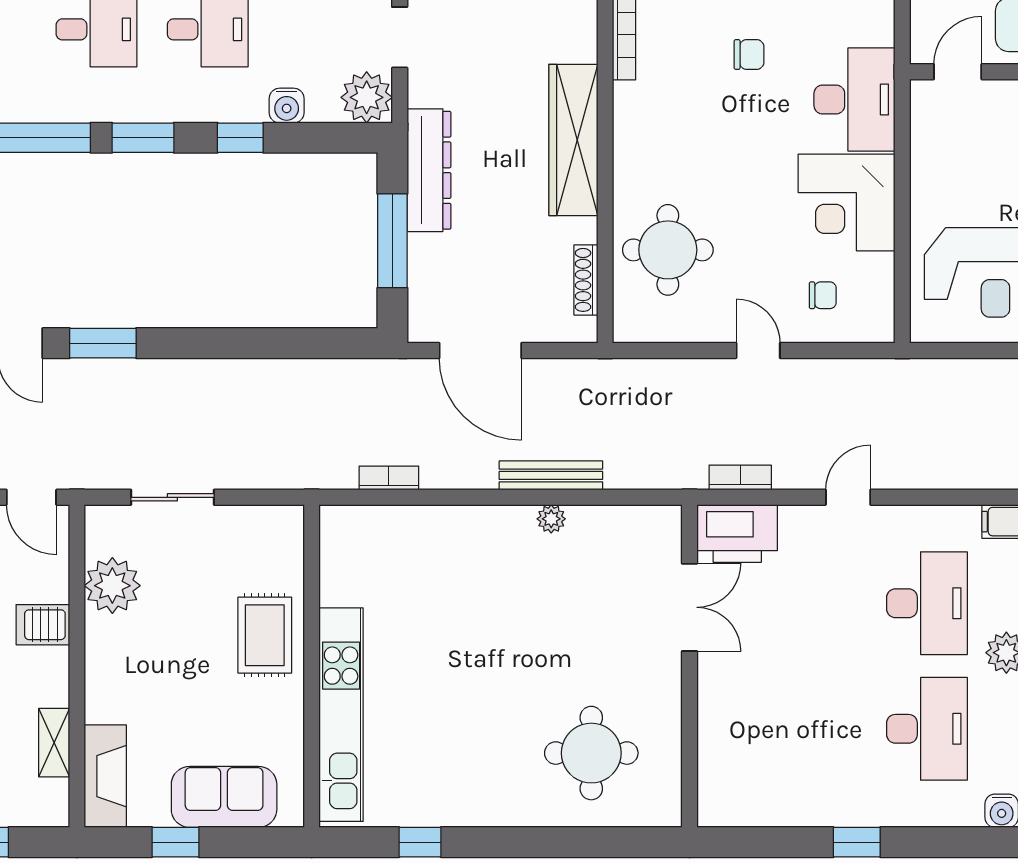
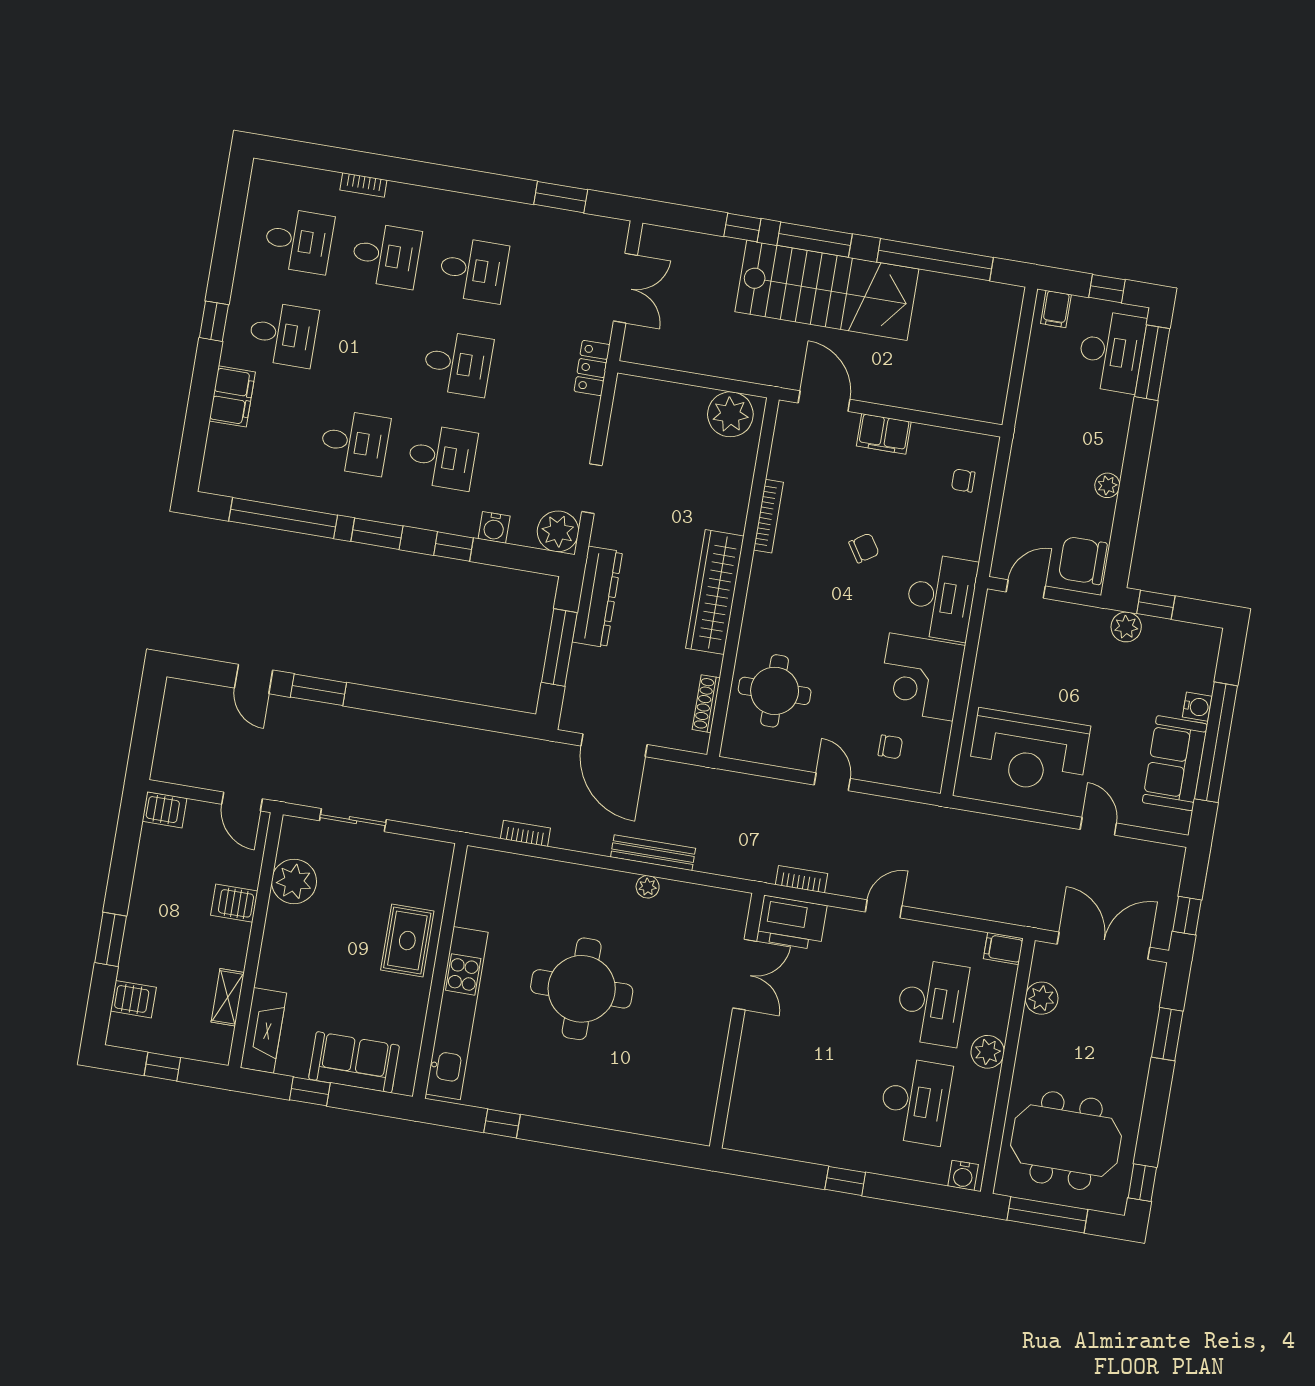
chair: (749, 54) -> (864, 548), turned -33
round table: (591, 753) -> (582, 989), moved, width x1.36, depth x1.36

